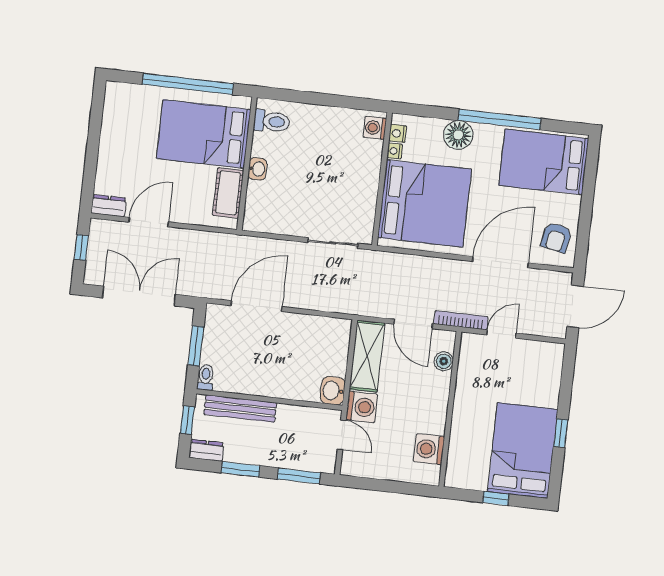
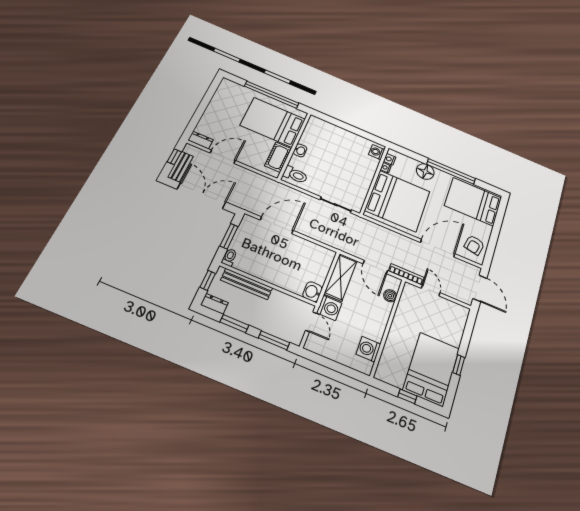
toilet: (272, 121) -> (295, 175), moved
bench: (95, 260) -> (180, 167), added
door: (575, 306) -> (480, 288), hinge flipped
door: (501, 334) -> (431, 291), hinge flipped

